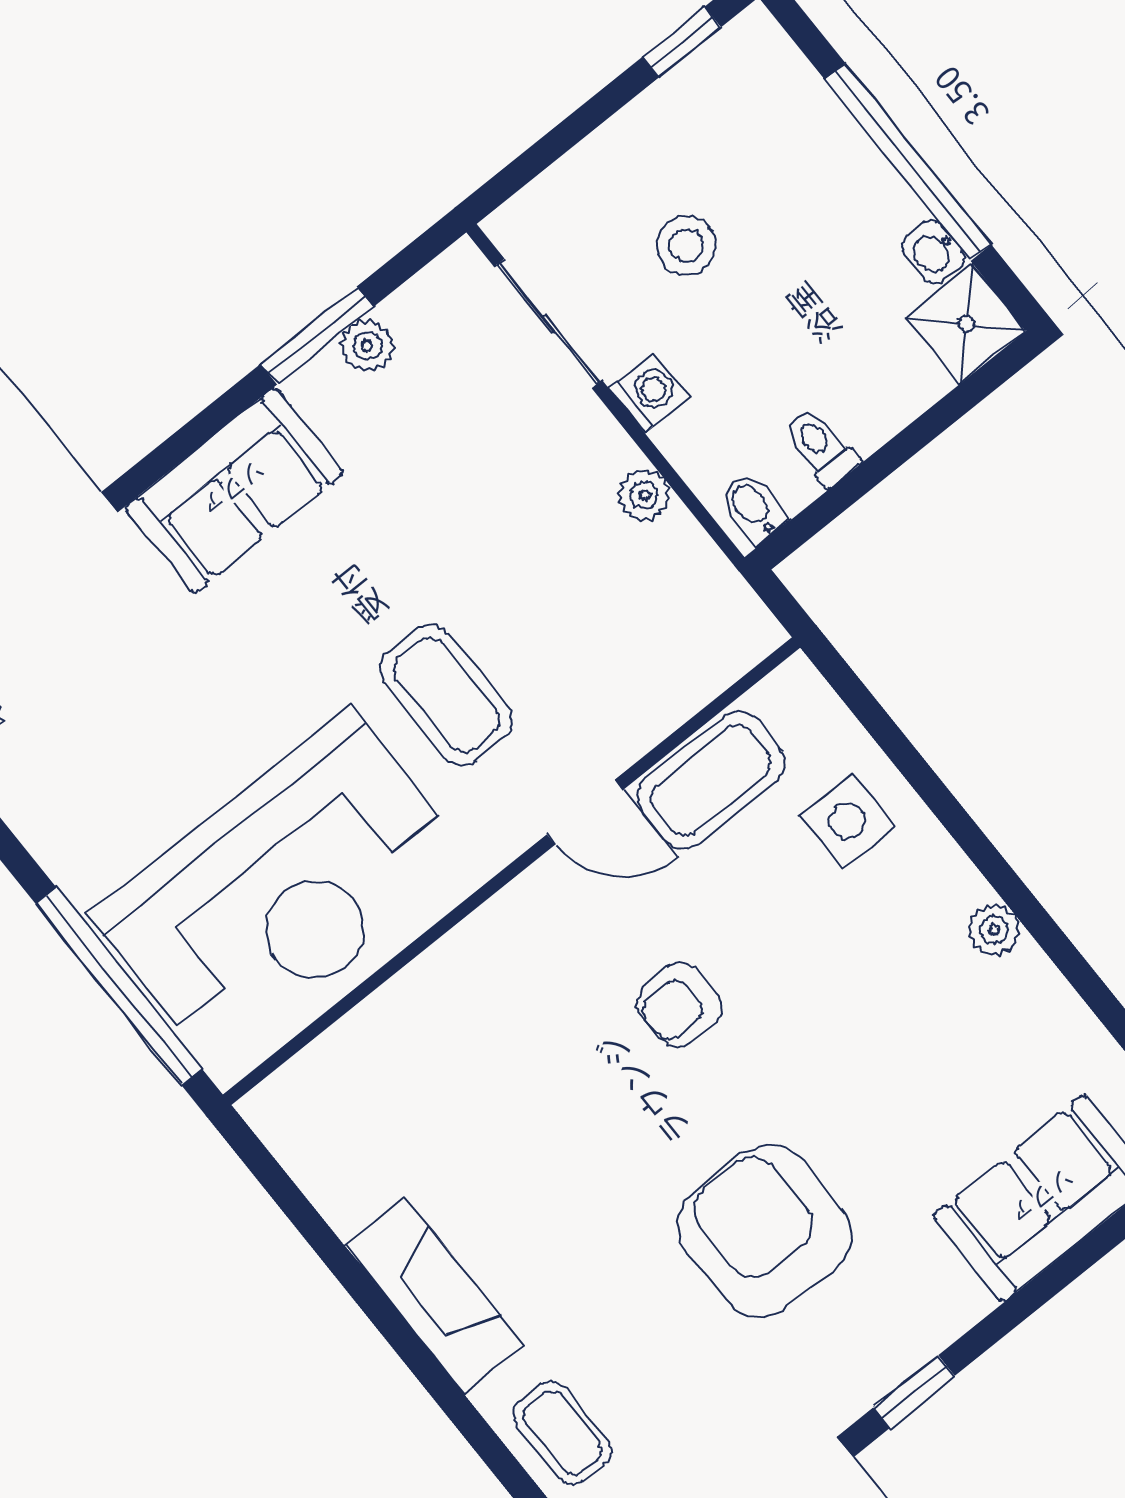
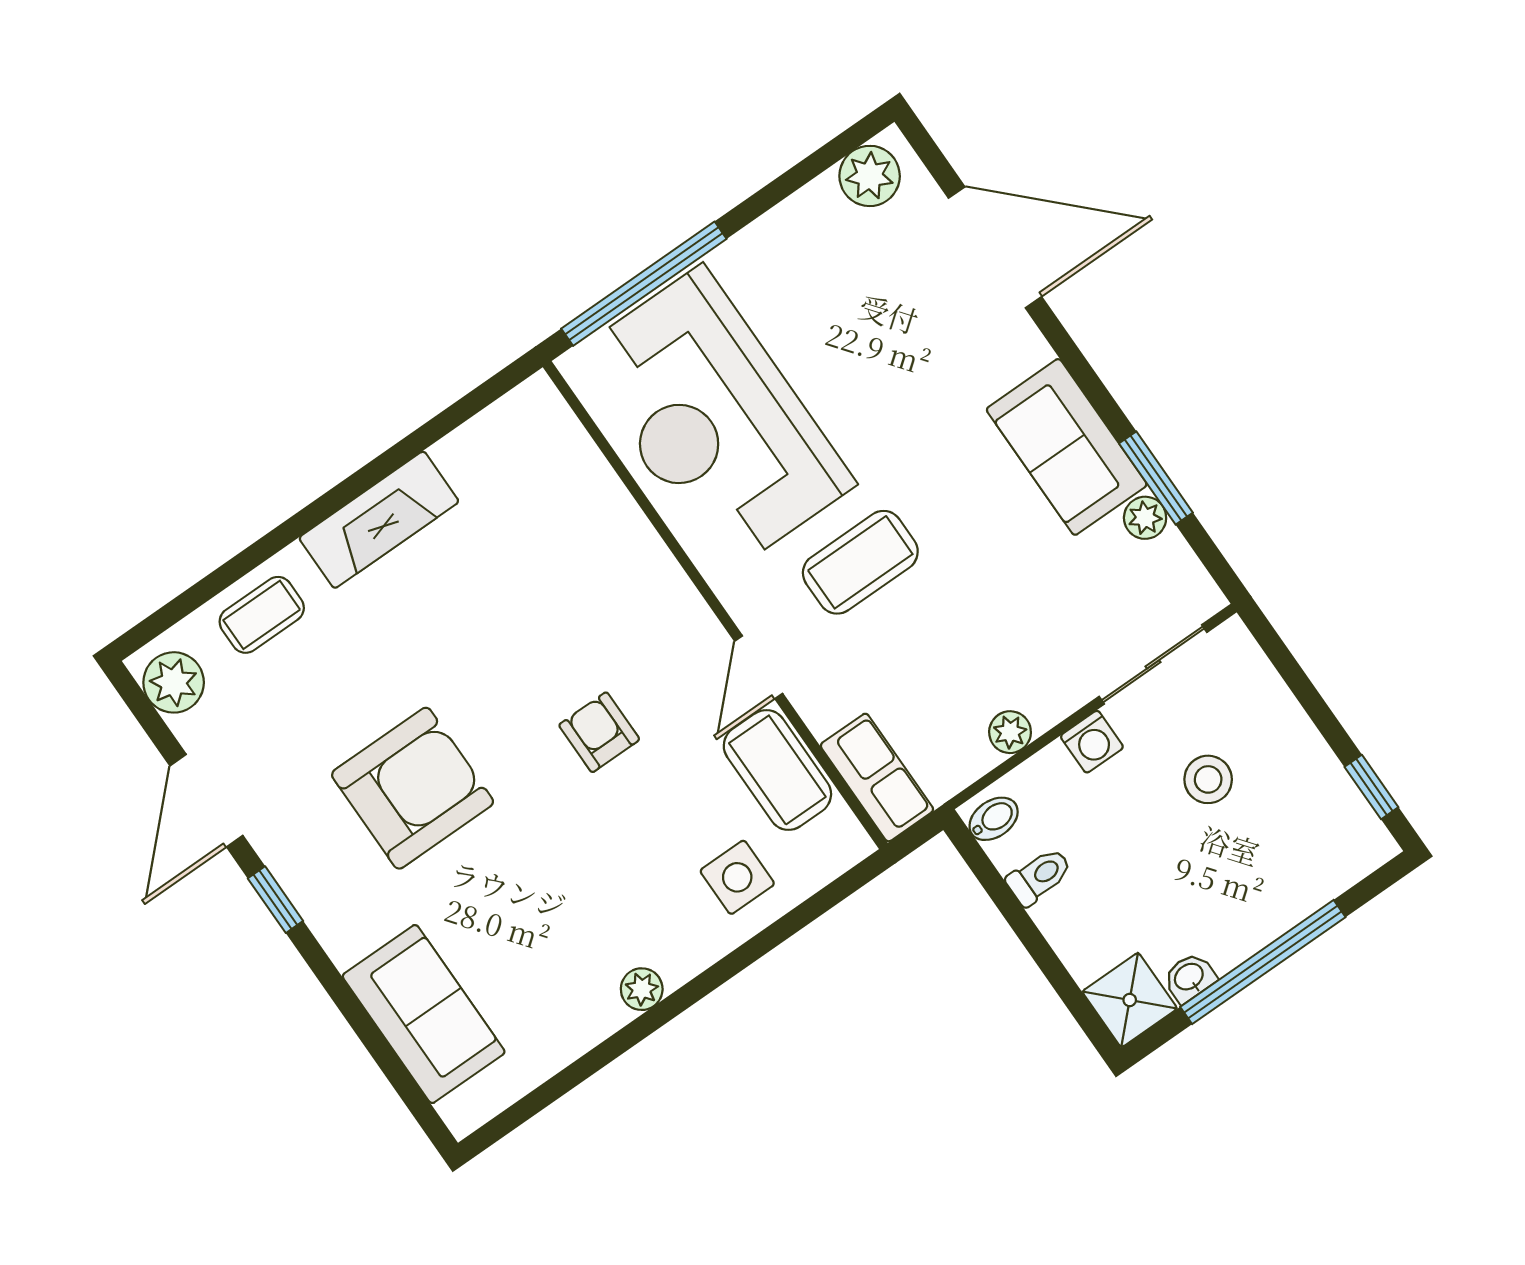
sofa: (234, 490) -> (1067, 447), moved
row of seats: (712, 656) -> (877, 778), added

